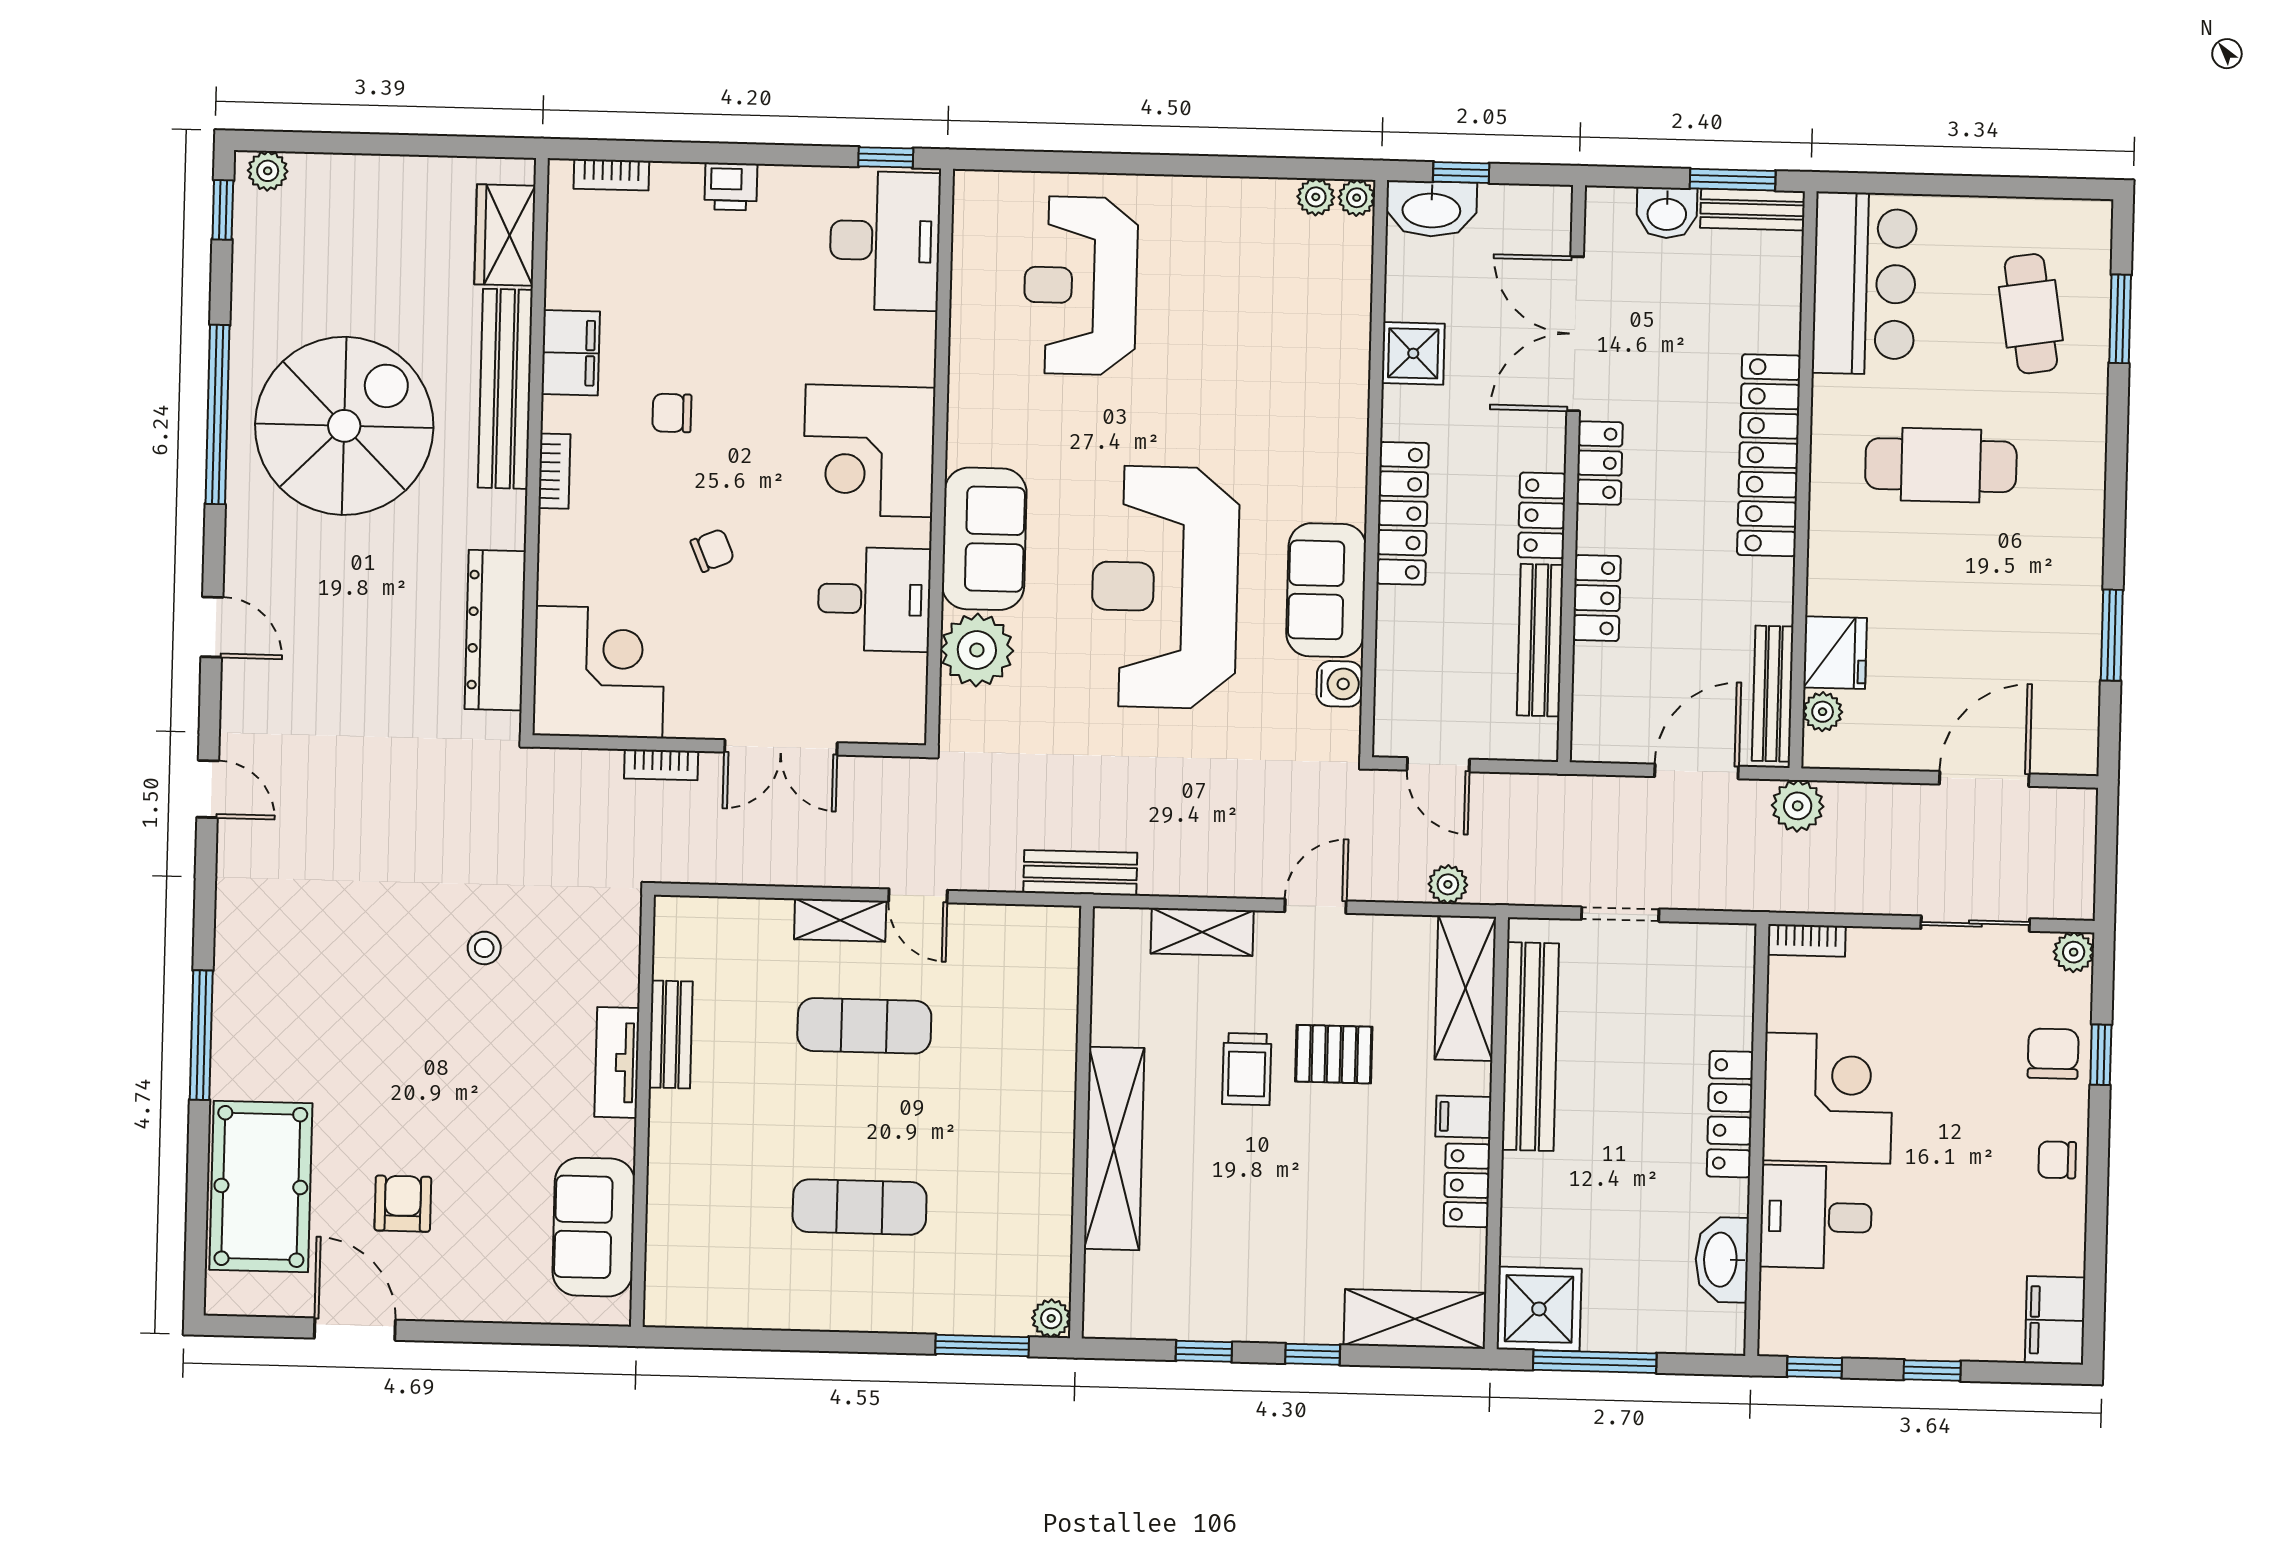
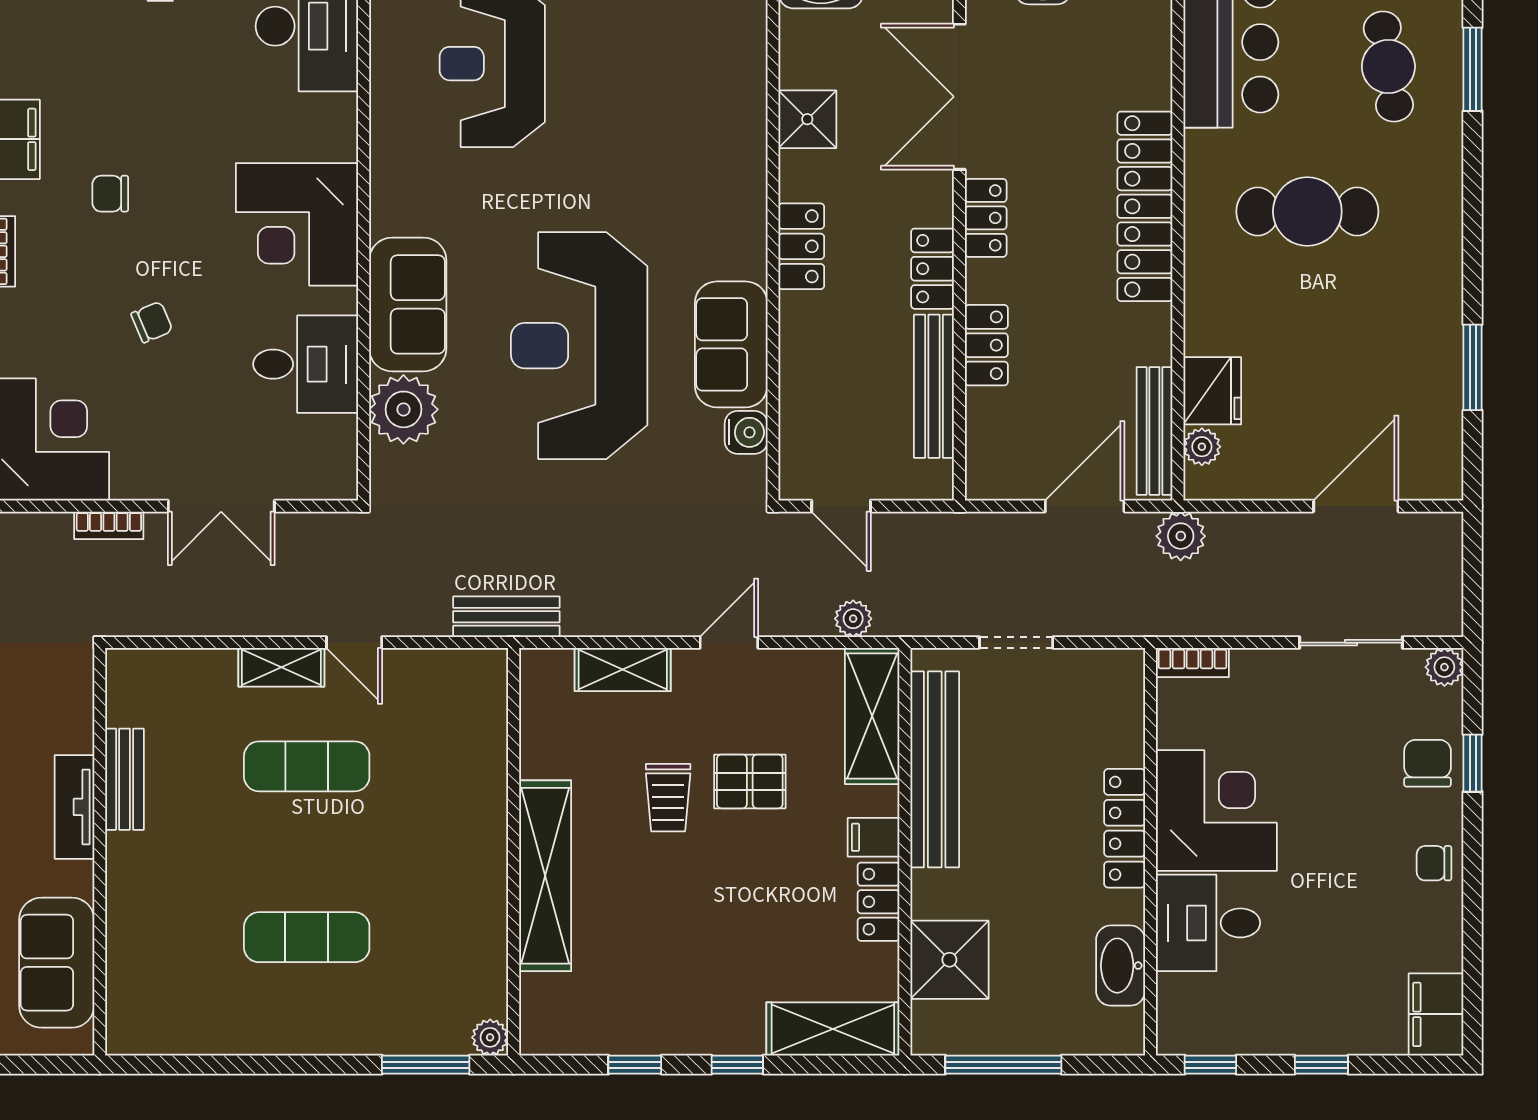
locker: (1403, 513) -> (801, 246), width x0.66
shower: (1539, 1309) -> (949, 960), moved

